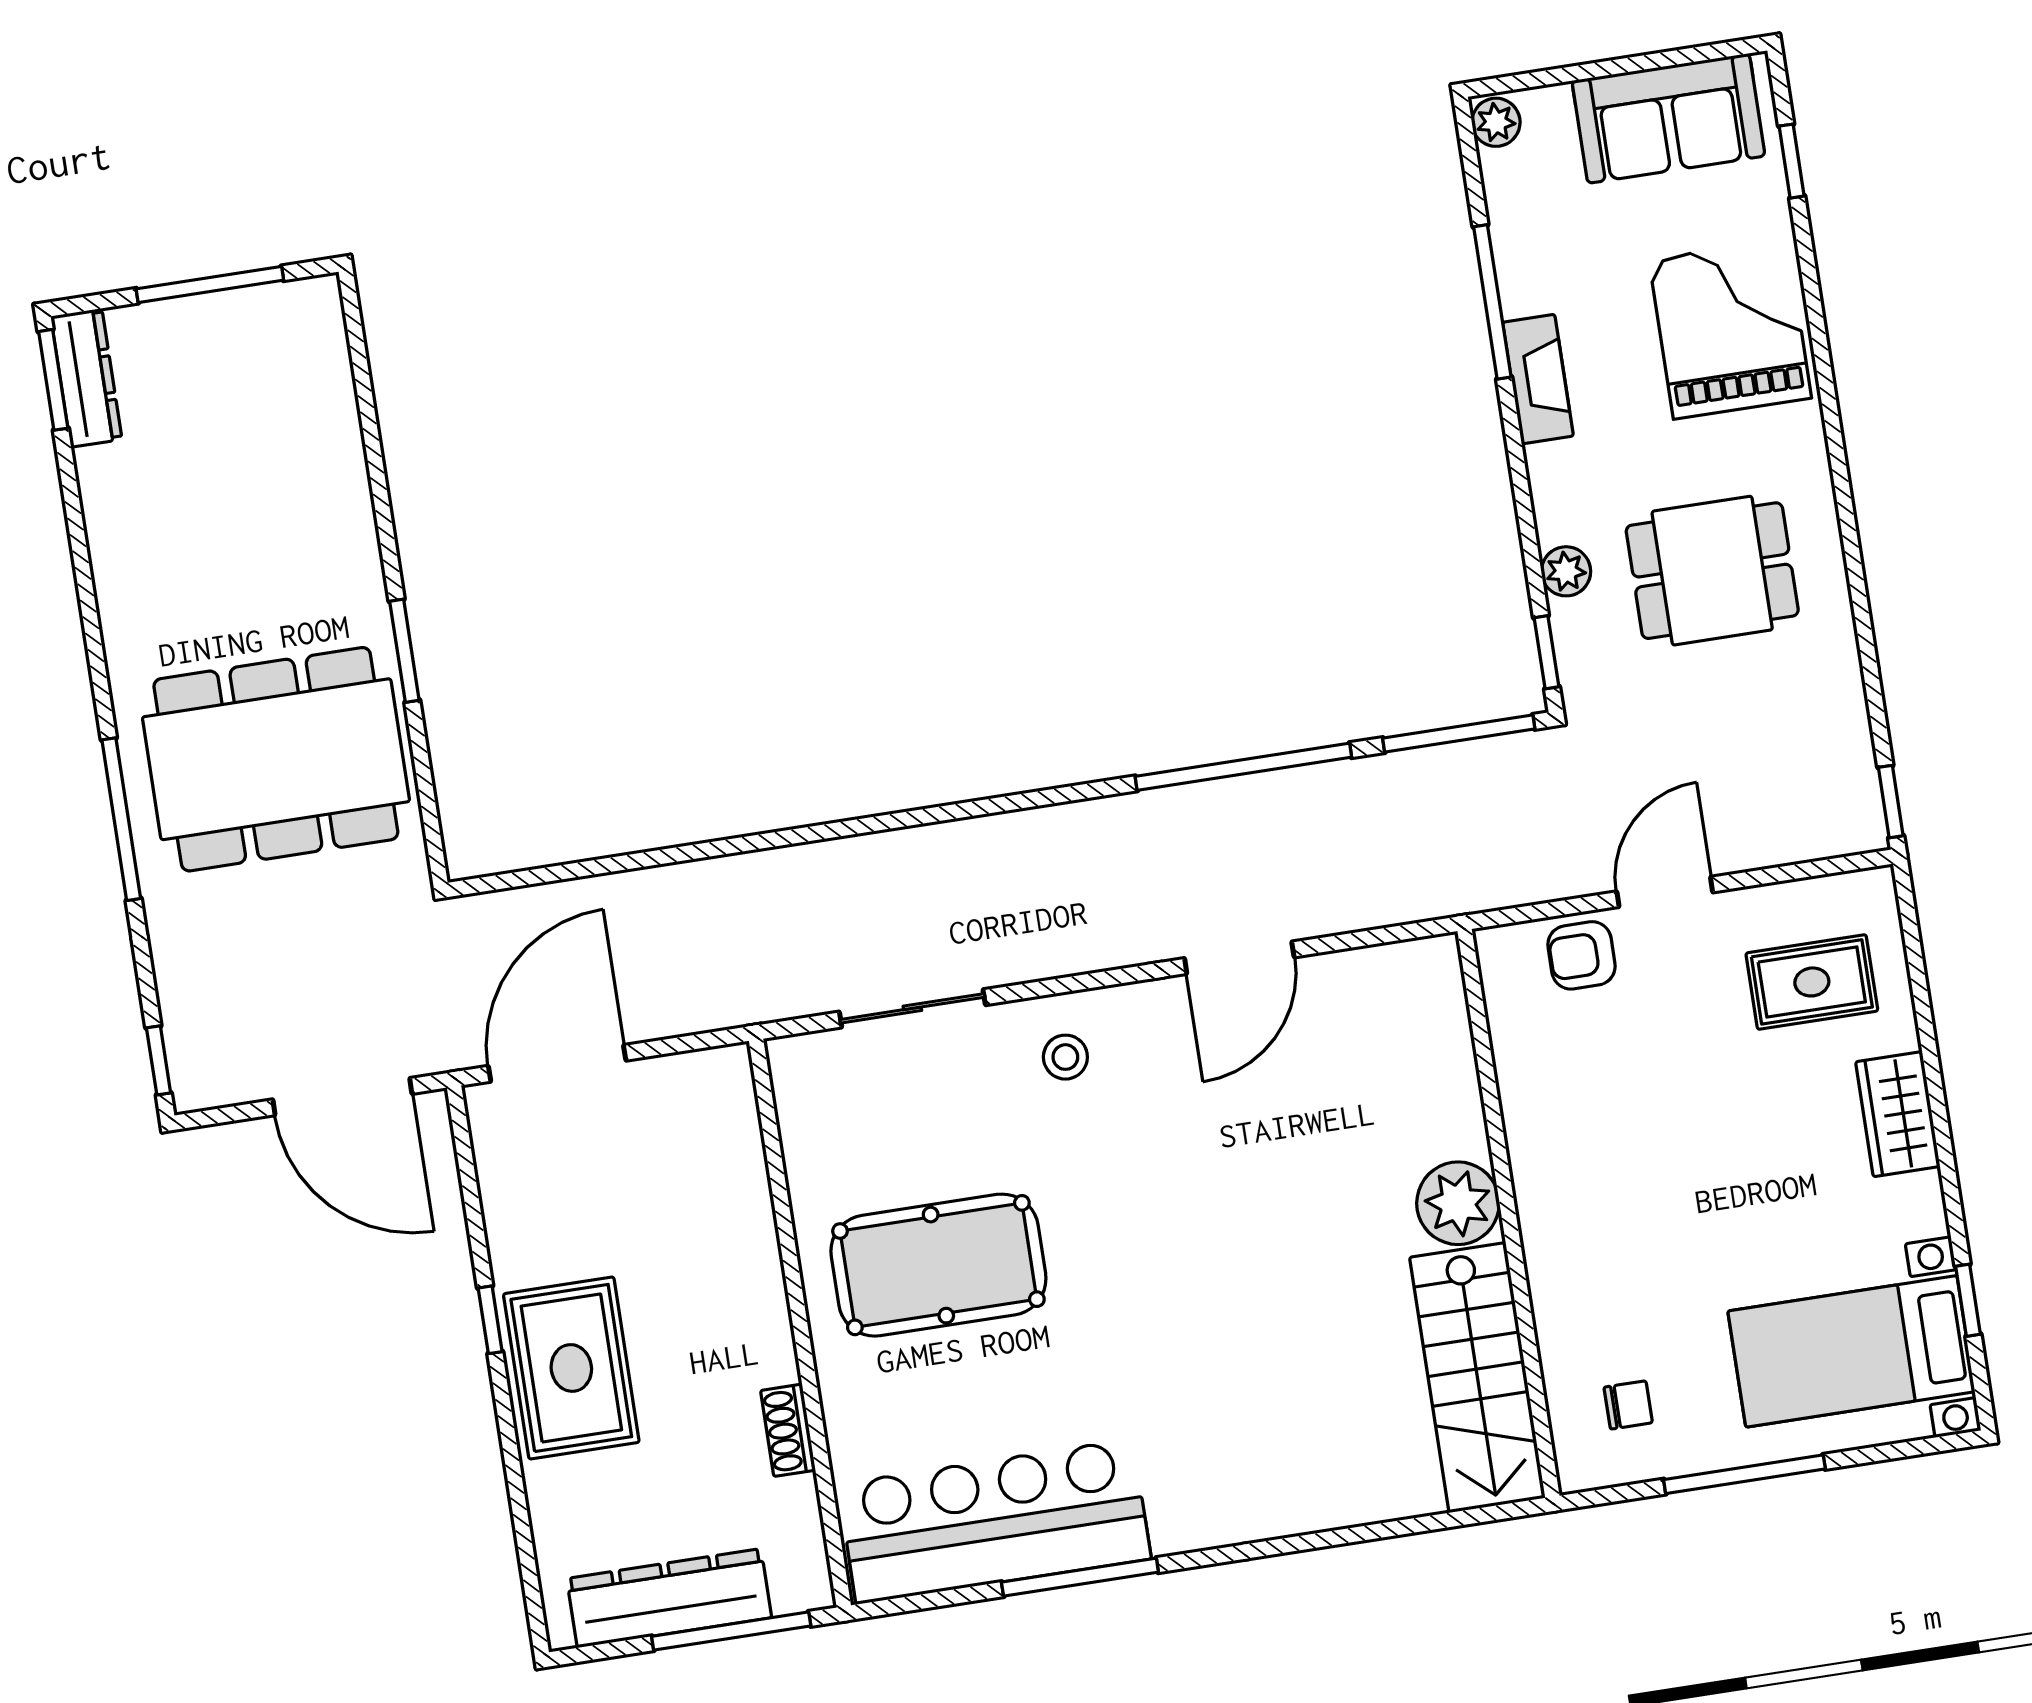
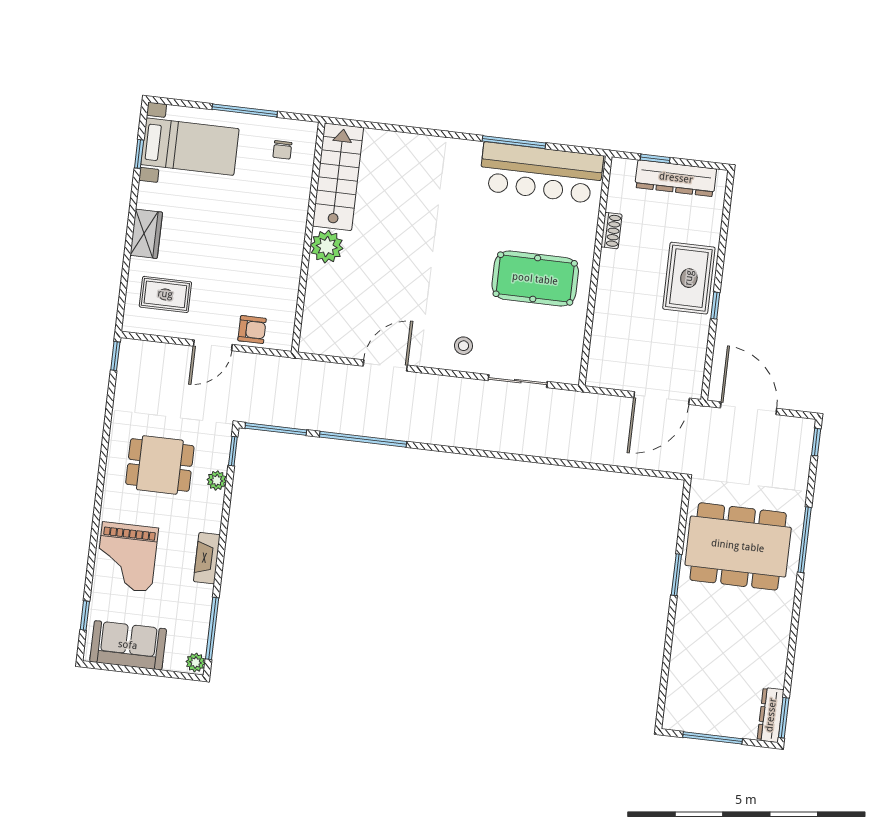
window: (1492, 302) -> (212, 628), moved
chair: (1628, 1405) -> (282, 150), turned -90
window: (731, 1631) -> (655, 159), width x0.46

